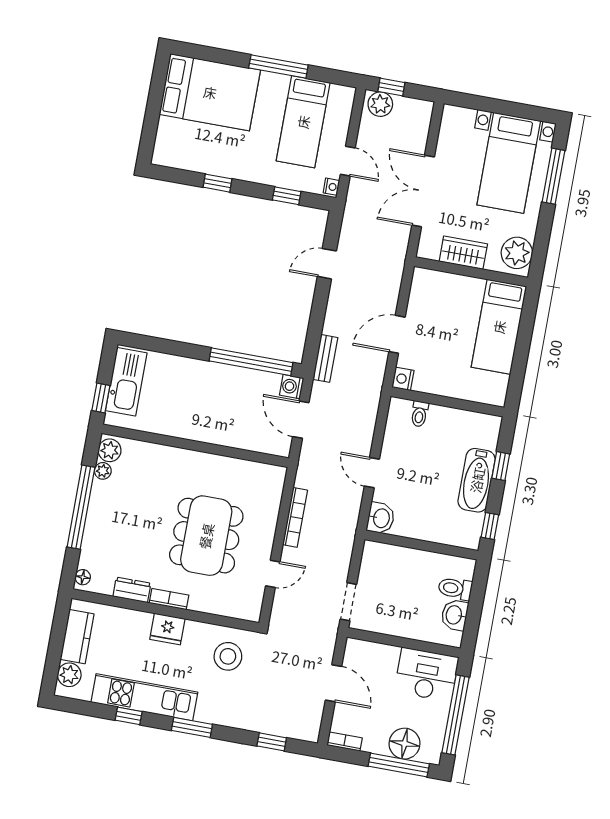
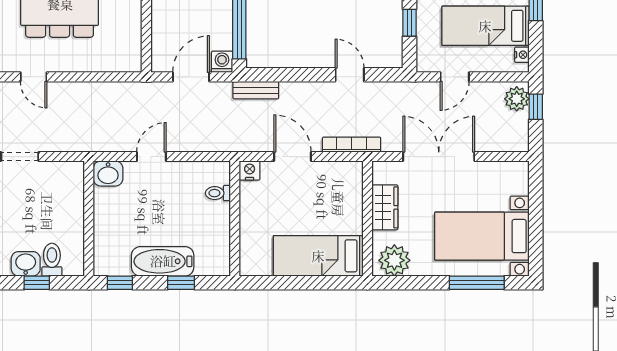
nightstand: (331, 187) -> (522, 55), moved, turned -90
bookcase: (295, 517) -> (352, 145), moved, turned 180
window: (475, 608) -> (37, 283), added

